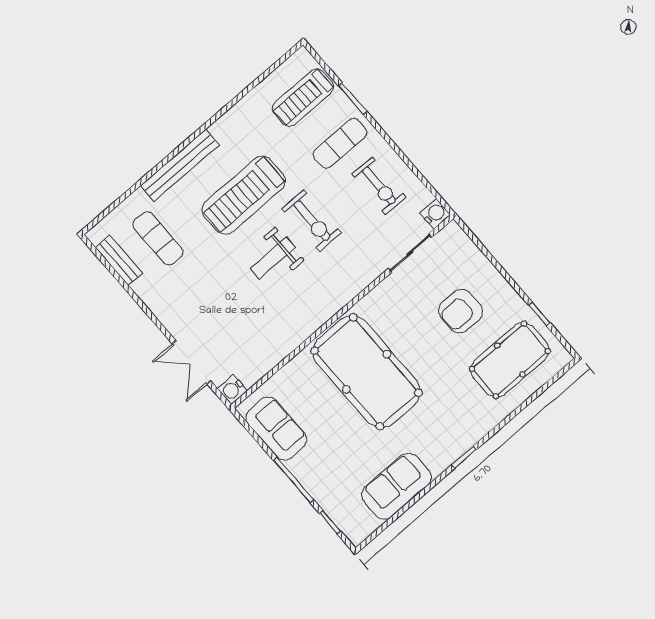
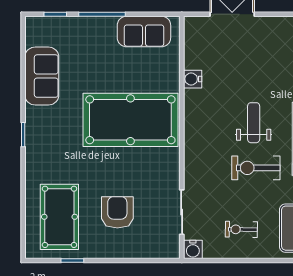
exercise bike: (379, 186) -> (241, 229), width x0.73, depth x0.72
water cooler: (232, 390) -> (193, 79), moved, turned -90

